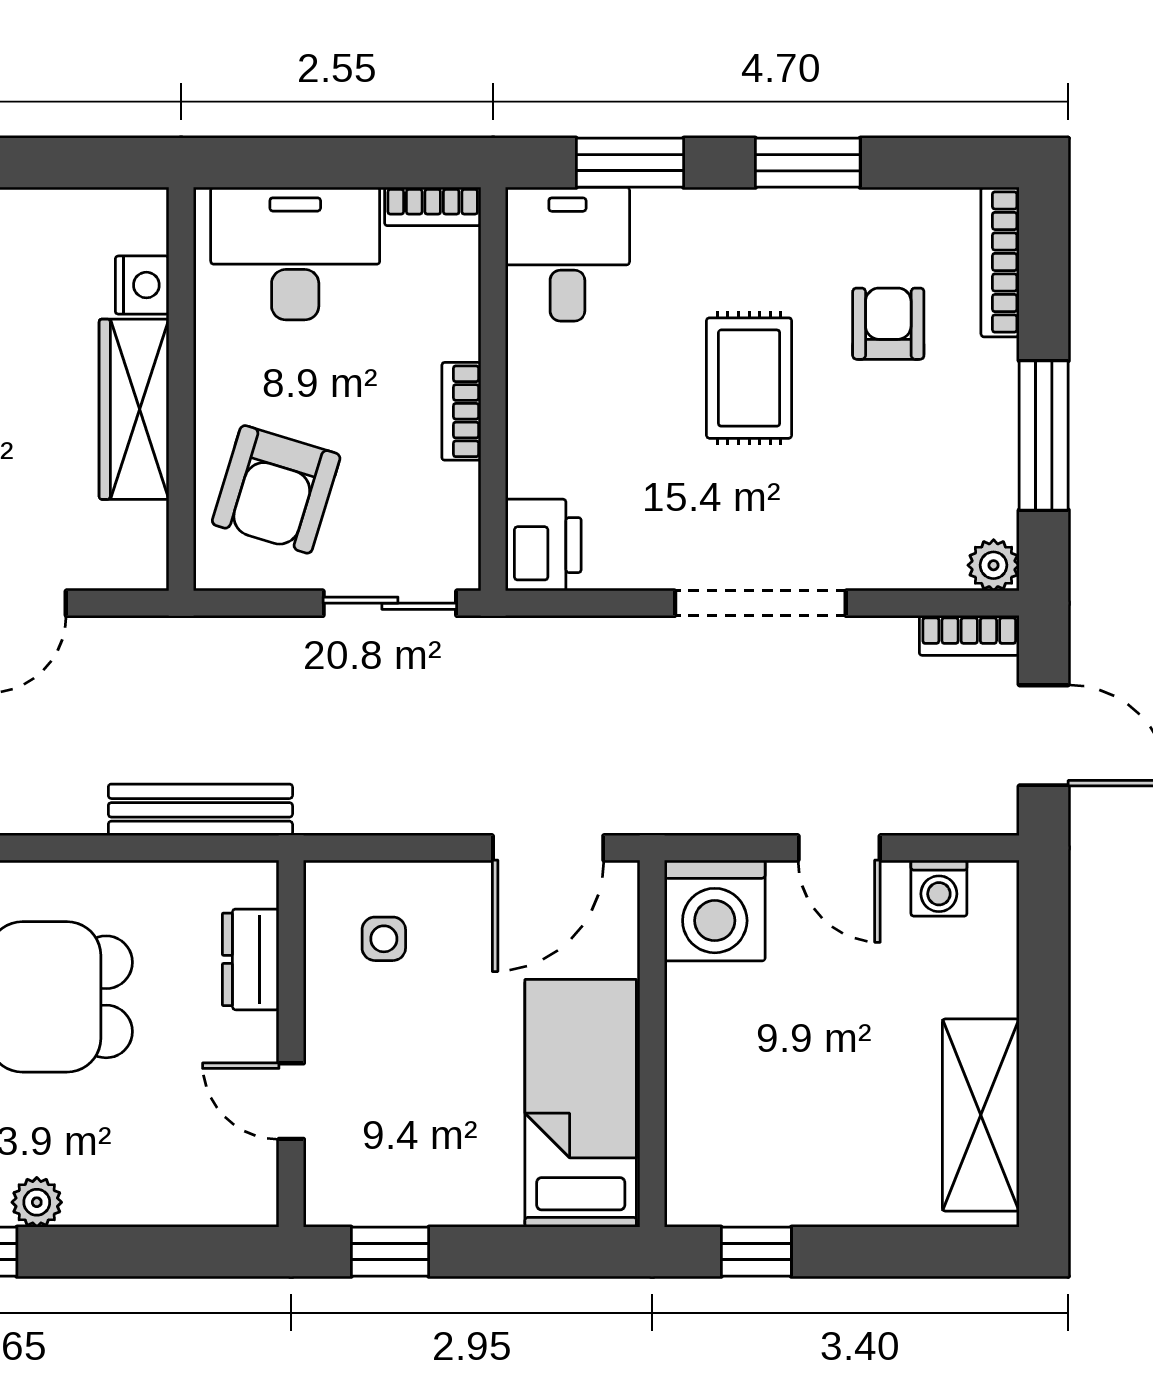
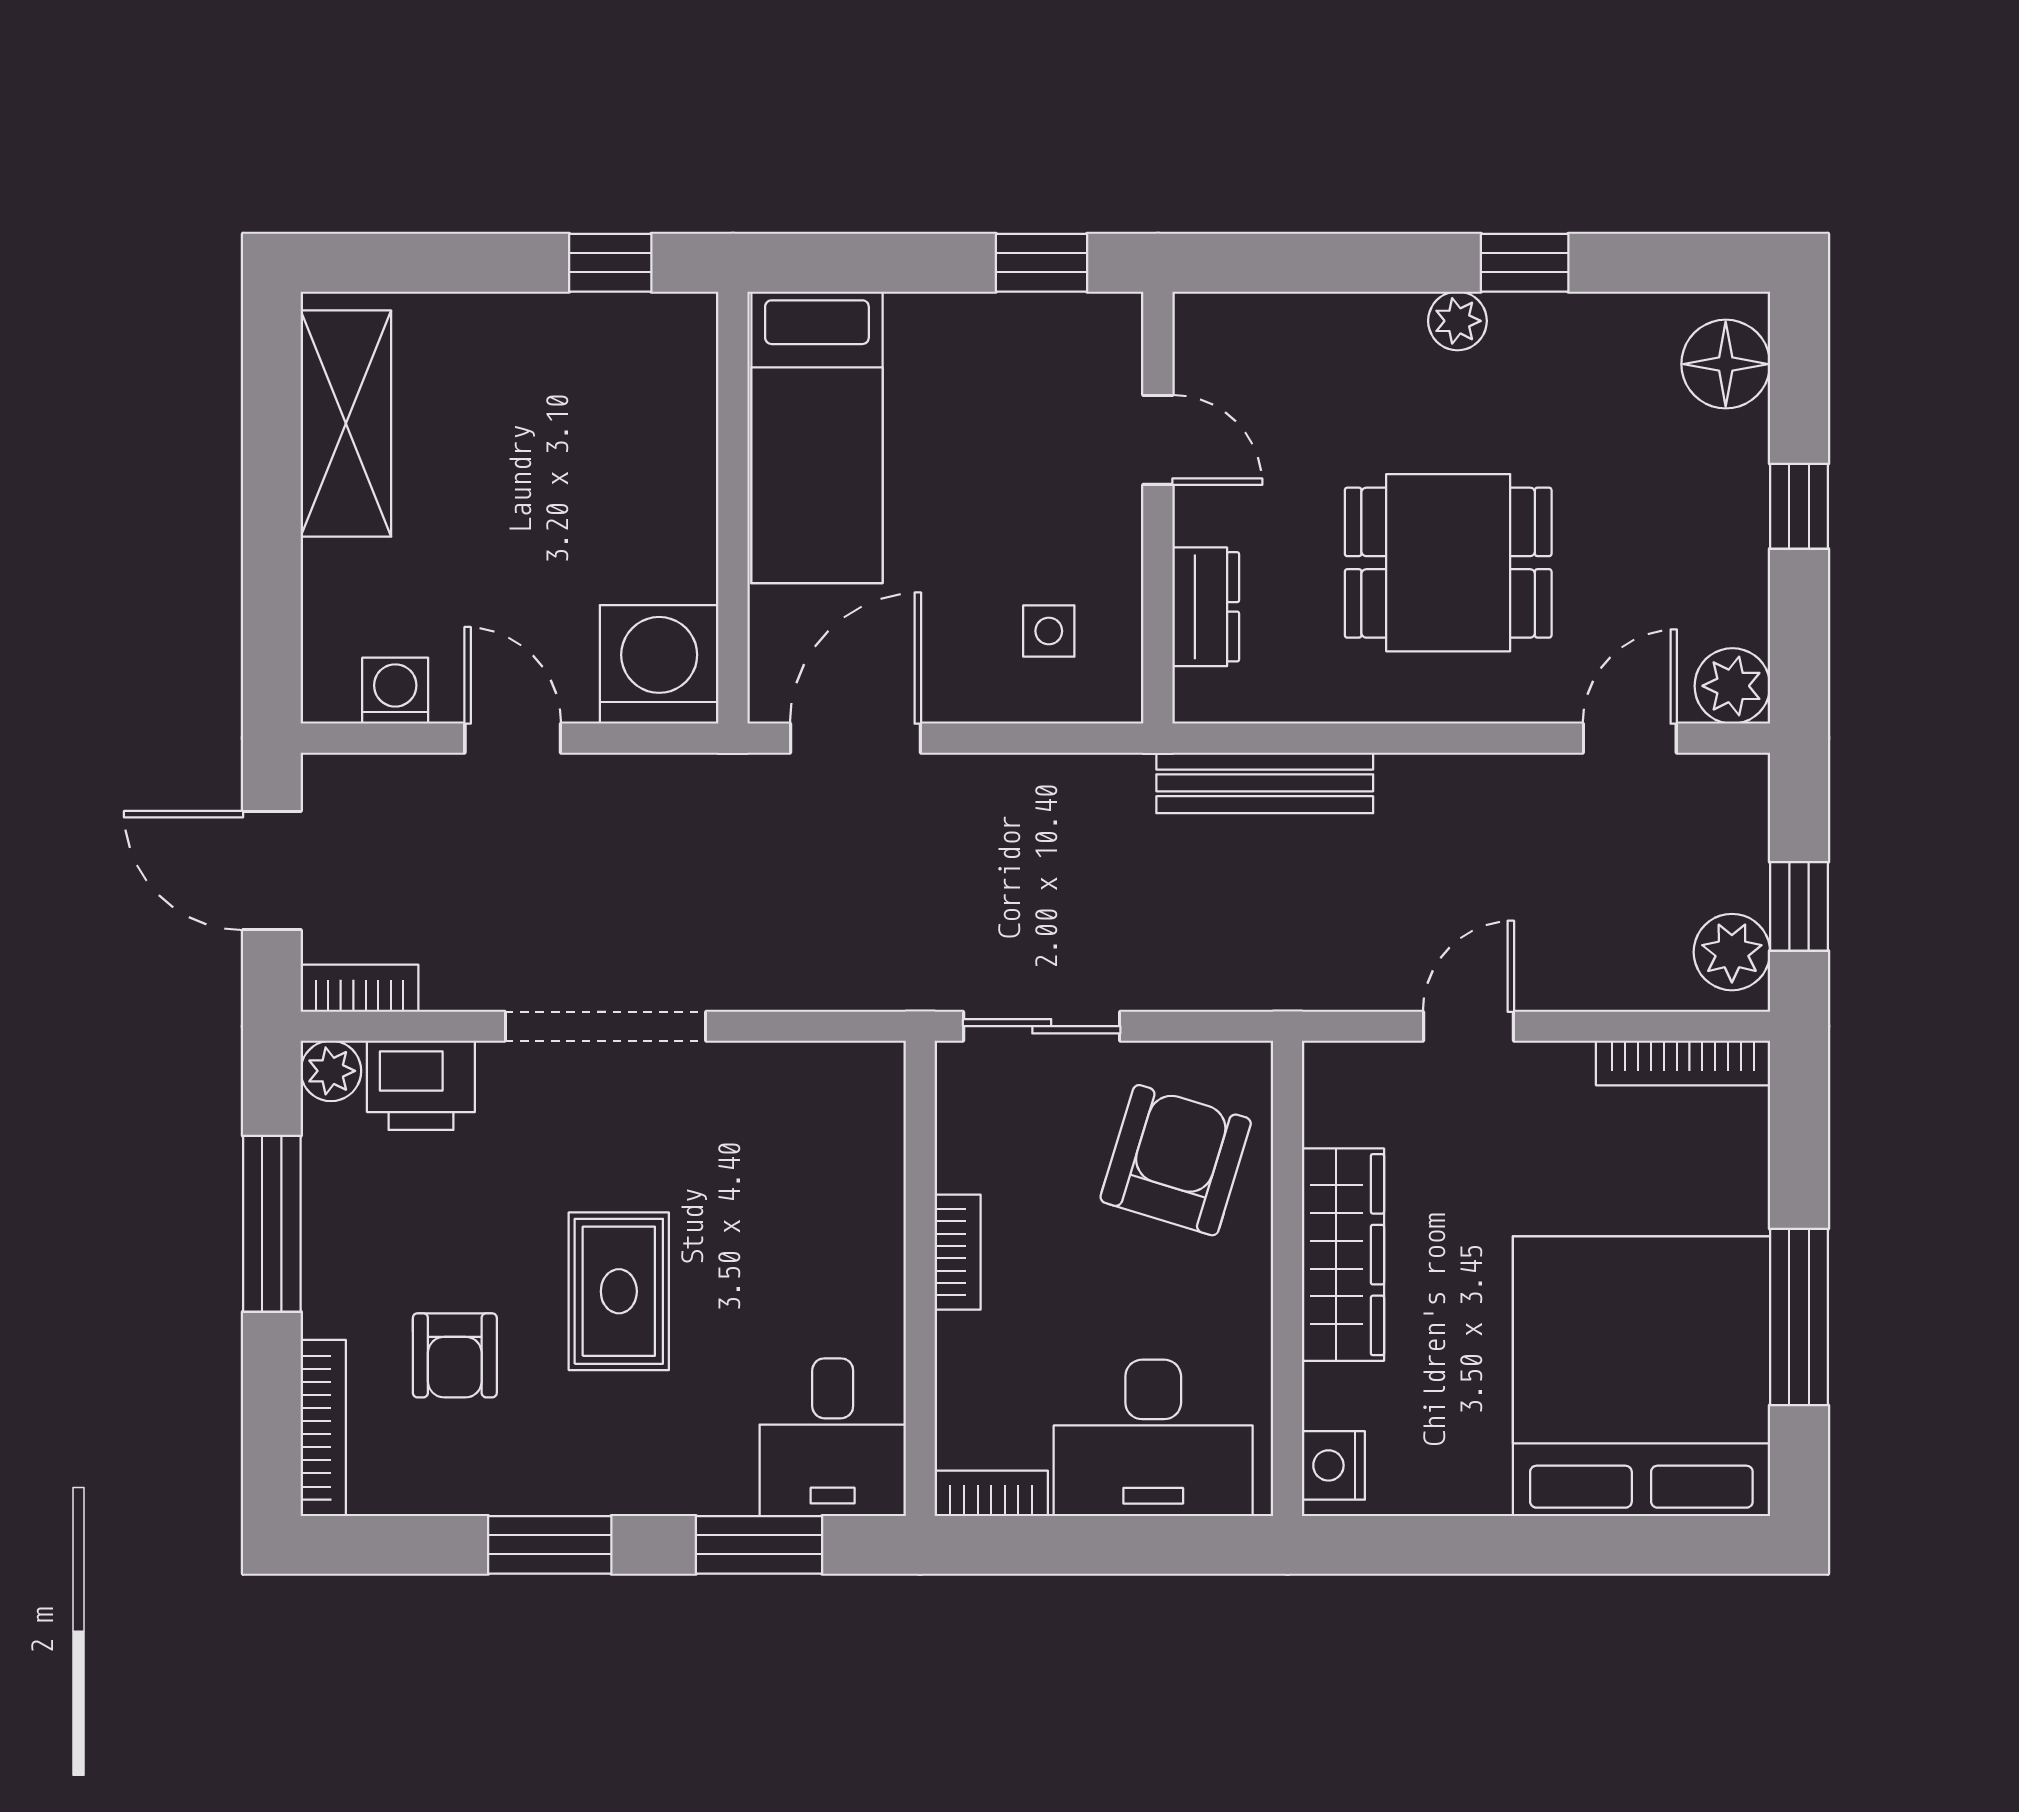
nightstand: (142, 285) -> (1333, 1465), moved
printer: (543, 545) -> (421, 1085), moved, turned -90

